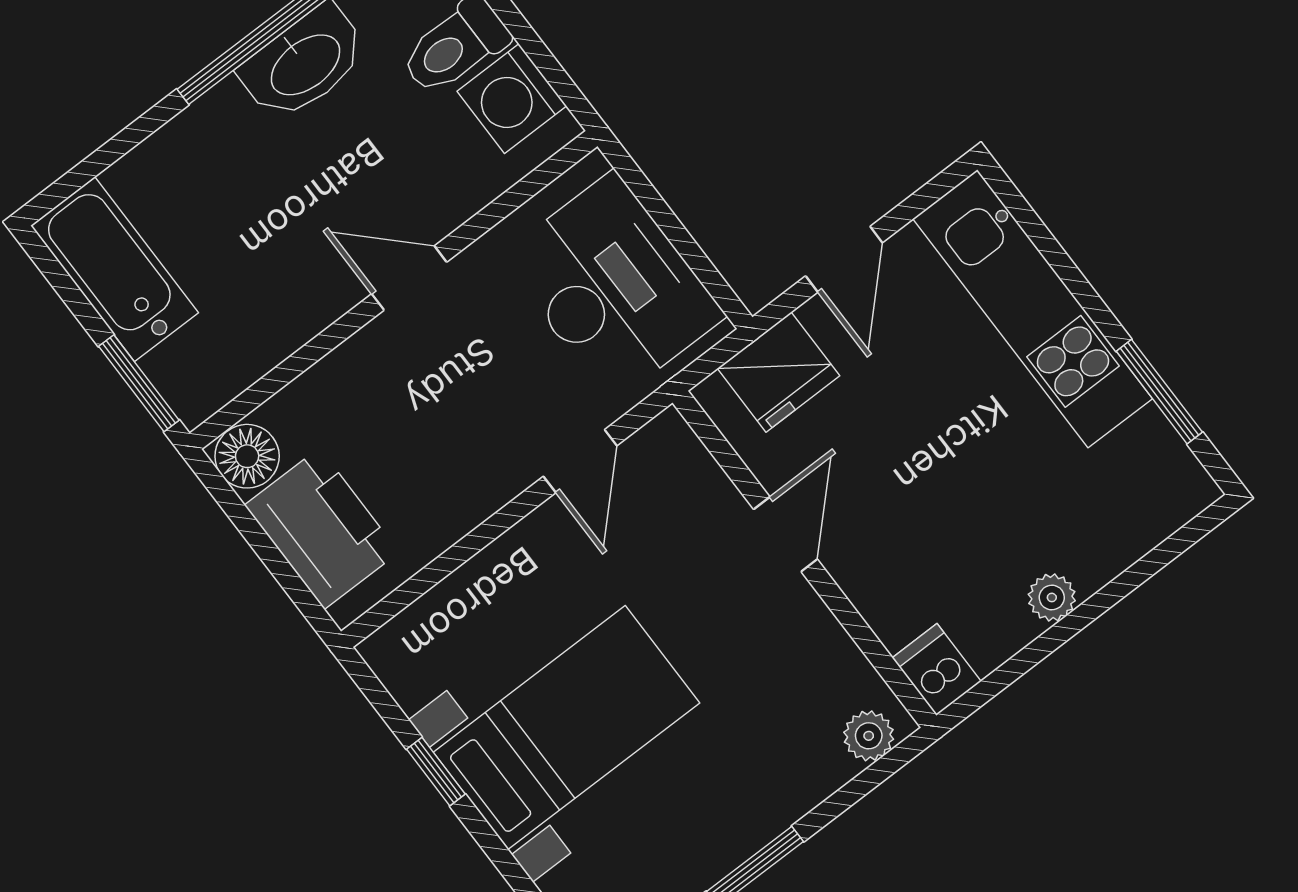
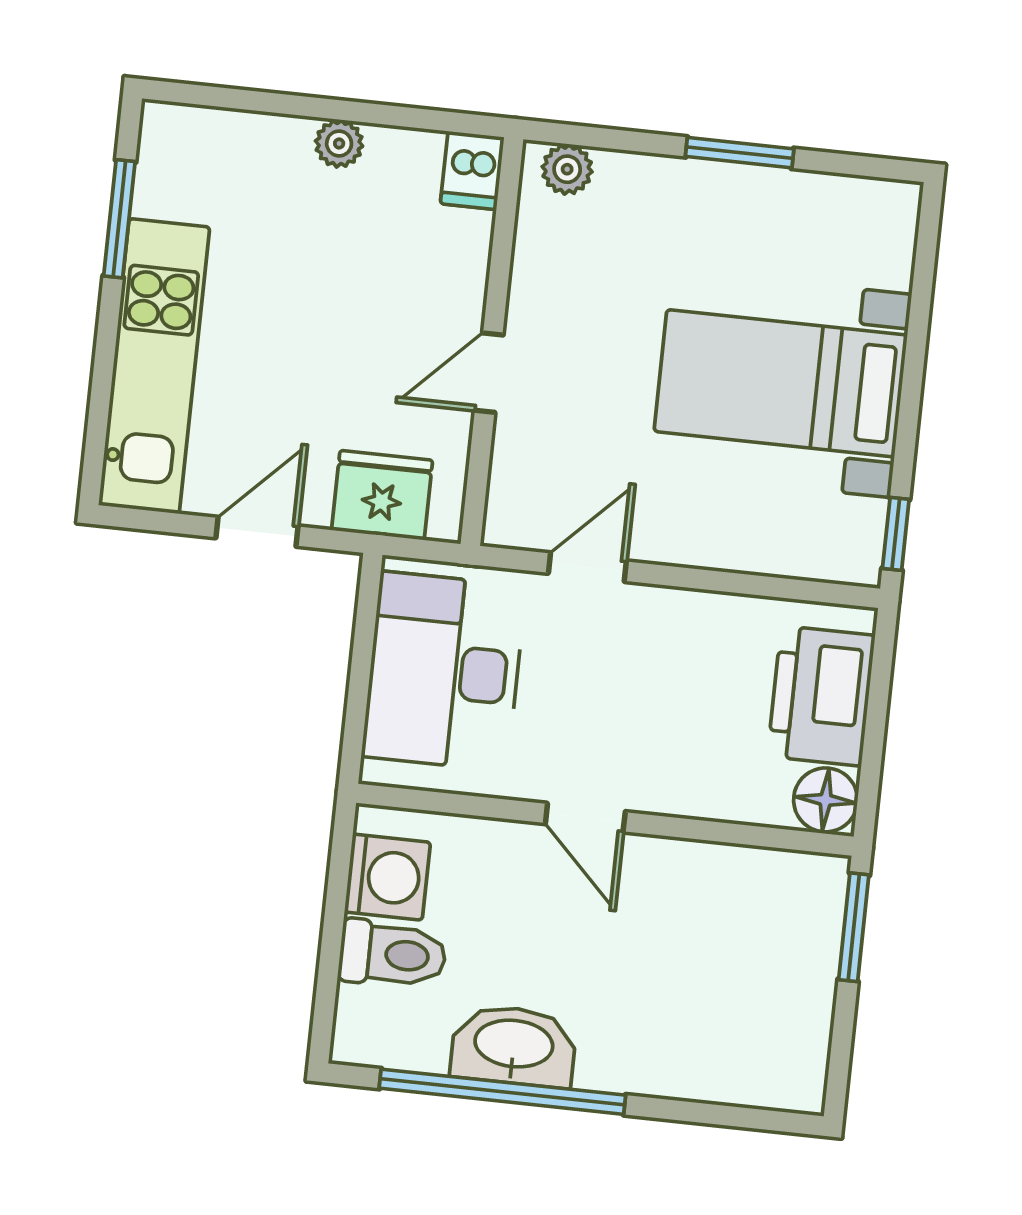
bathtub: (115, 269) -> (793, 1027), removed
window: (436, 772) -> (896, 534), moved

